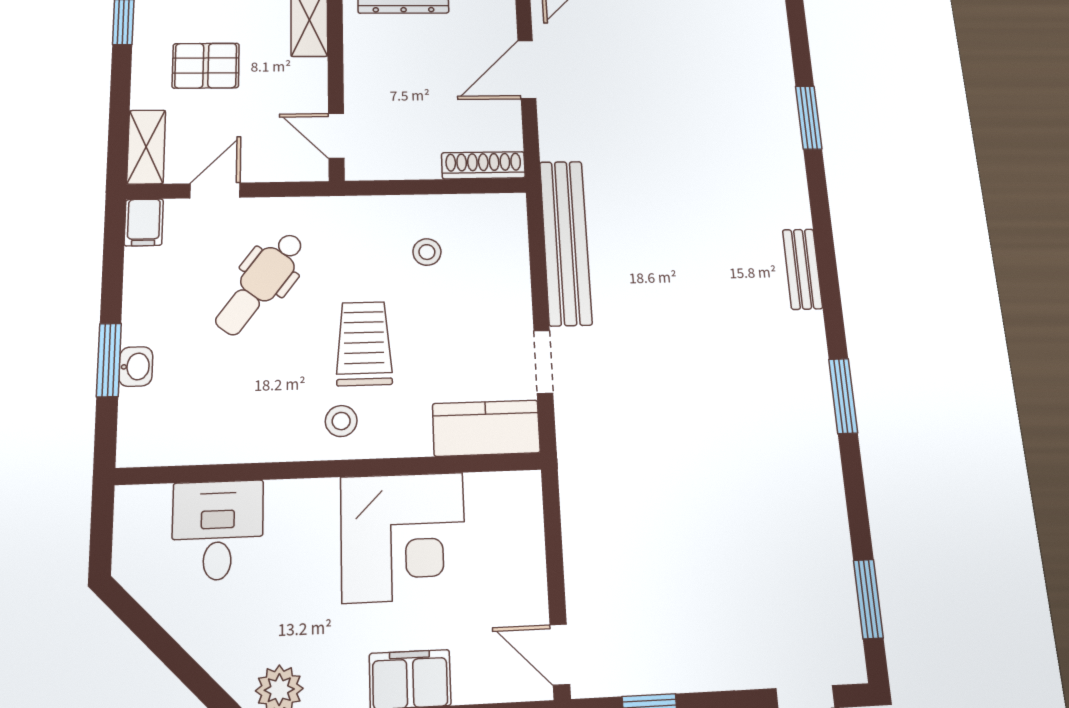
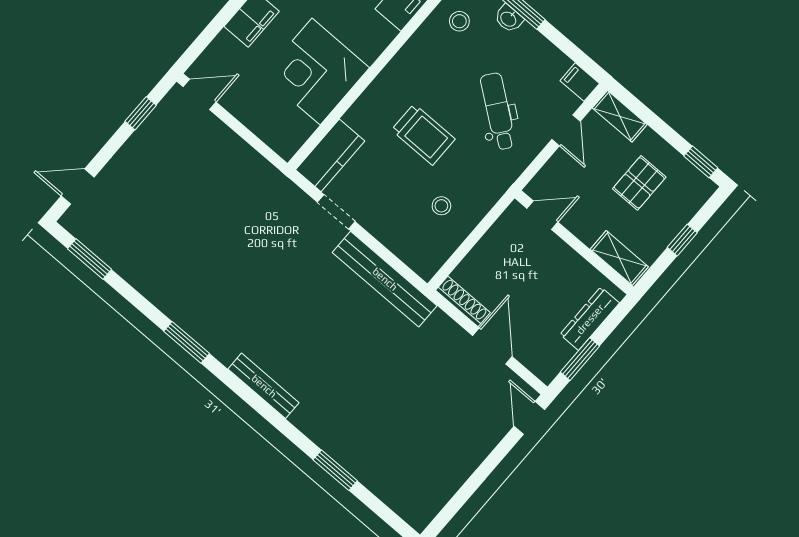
shoe rack: (483, 165) -> (463, 301), moved, turned -90
bench: (802, 269) -> (264, 386), width x1.36
stool: (341, 421) -> (459, 21), moved

